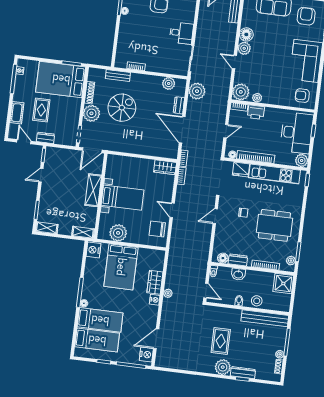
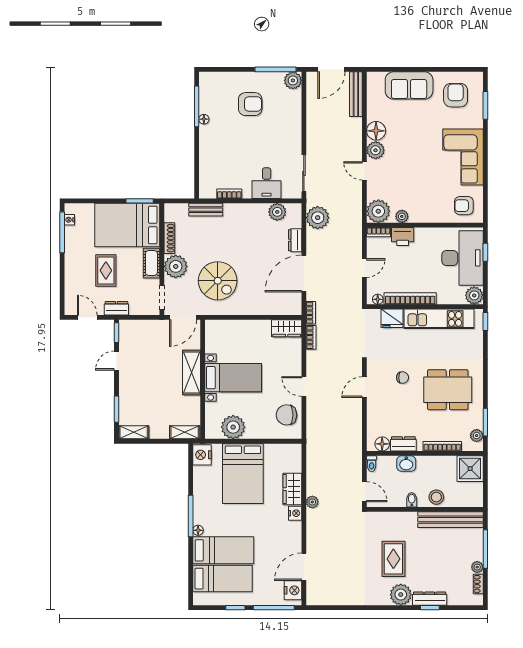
desk: (181, 33) -> (267, 183), moved, turned 90
spiral stairs: (122, 108) -> (218, 281), moved, turned 90
cot: (17, 113) -> (151, 263), moved
door: (182, 130) -> (304, 274), hinge flipped

